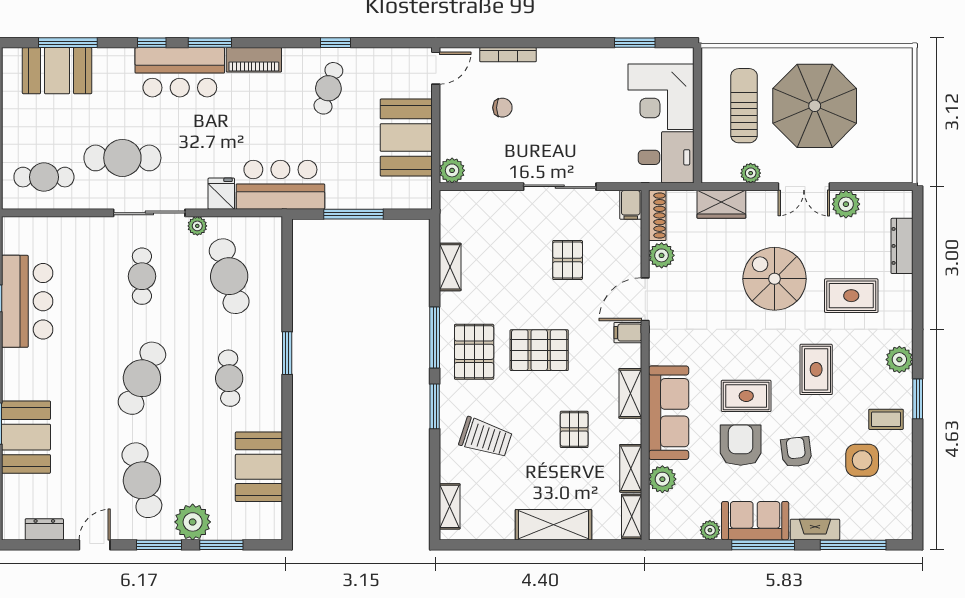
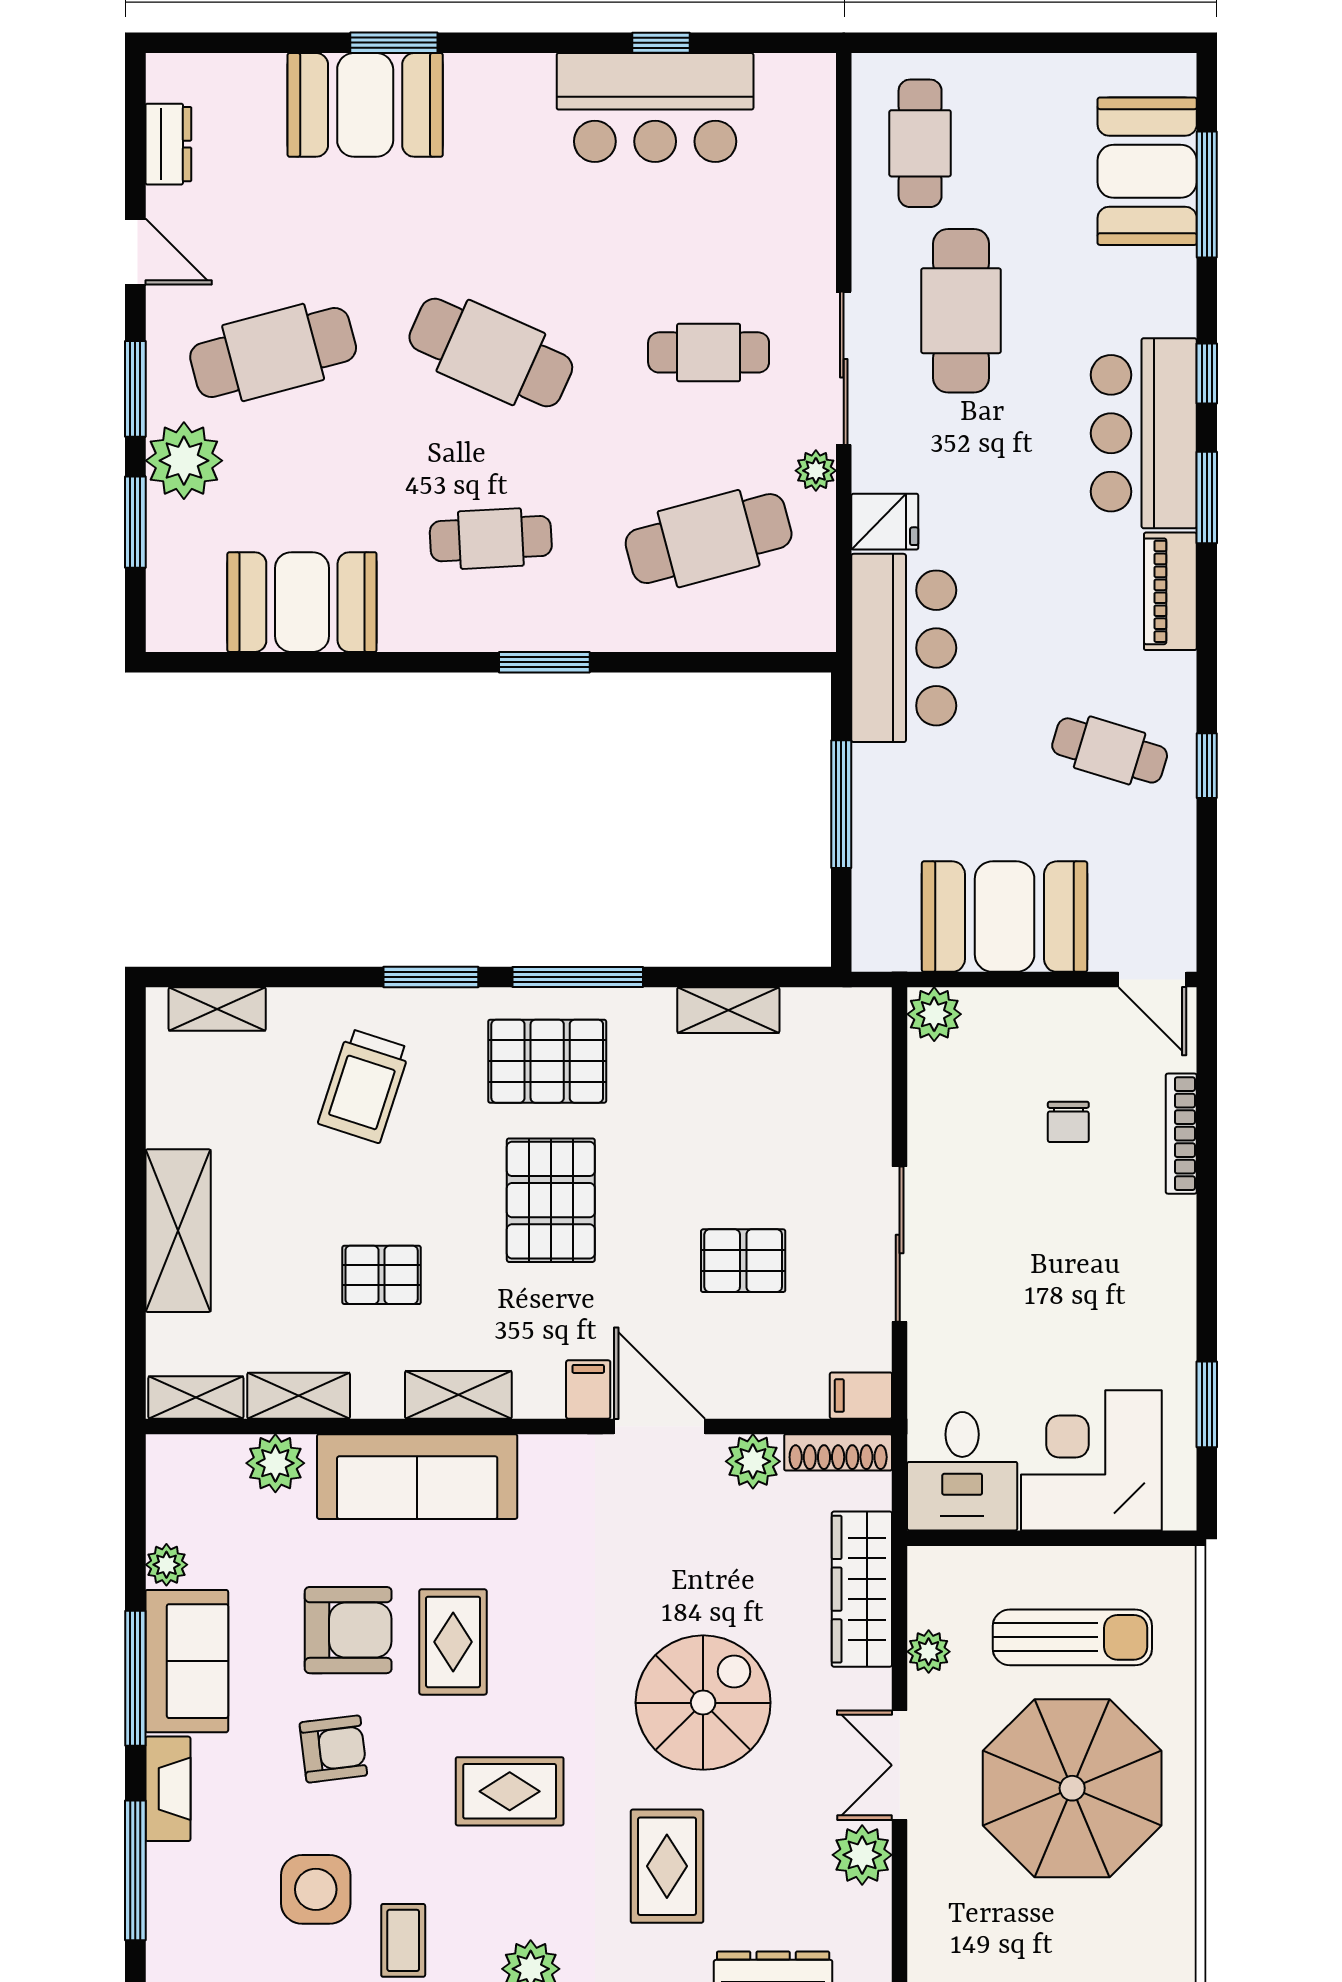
wardrobe: (721, 204) -> (862, 1589), width x1.50

